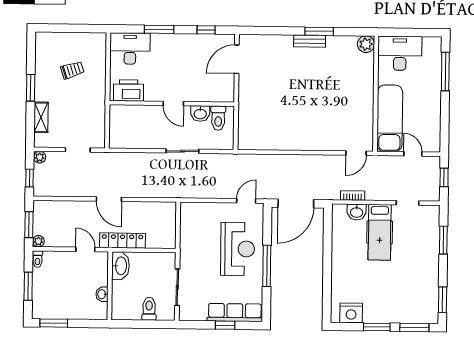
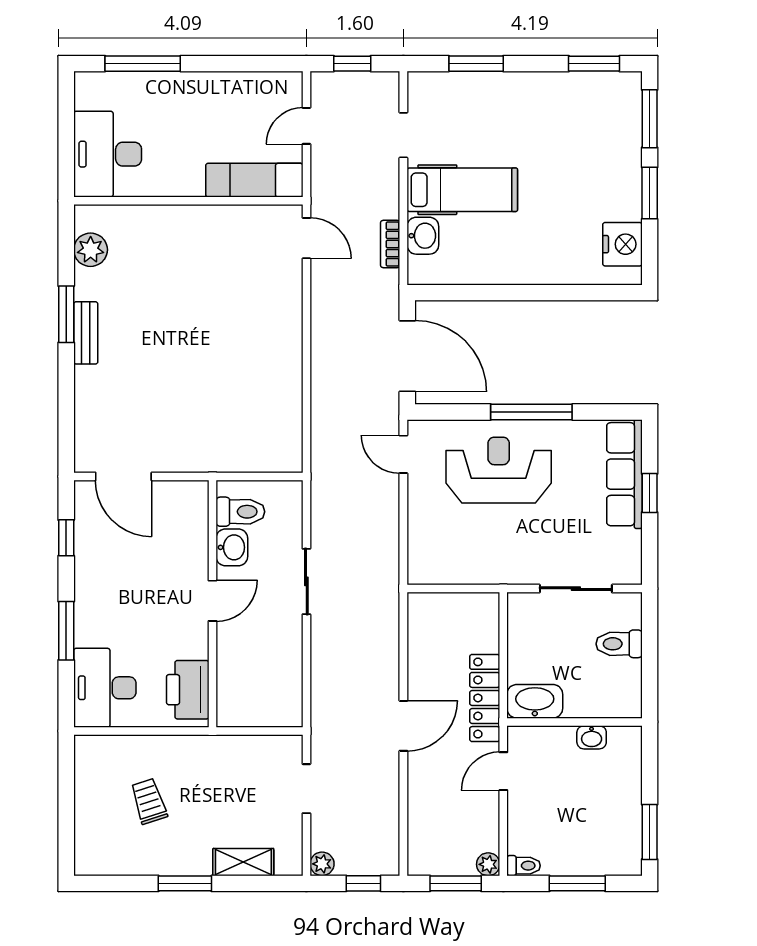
plant: (366, 44) -> (91, 250), moved
exam couch: (390, 118) -> (254, 180), width x0.73, depth x0.69

